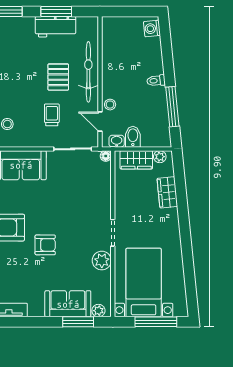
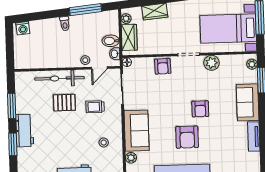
workbench: (56, 27) -> (25, 131), moved
armchair: (99, 200) -> (163, 66), added
armchair: (45, 245) -> (200, 109), turned 180
sofa: (68, 304) -> (248, 102), moved

